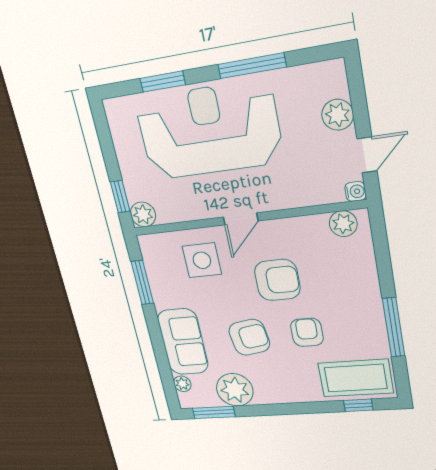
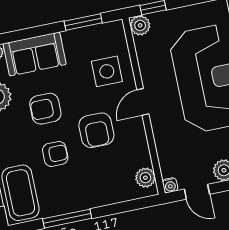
door: (241, 219) -> (143, 102), hinge flipped
armchair: (249, 337) -> (45, 109), turned 99

